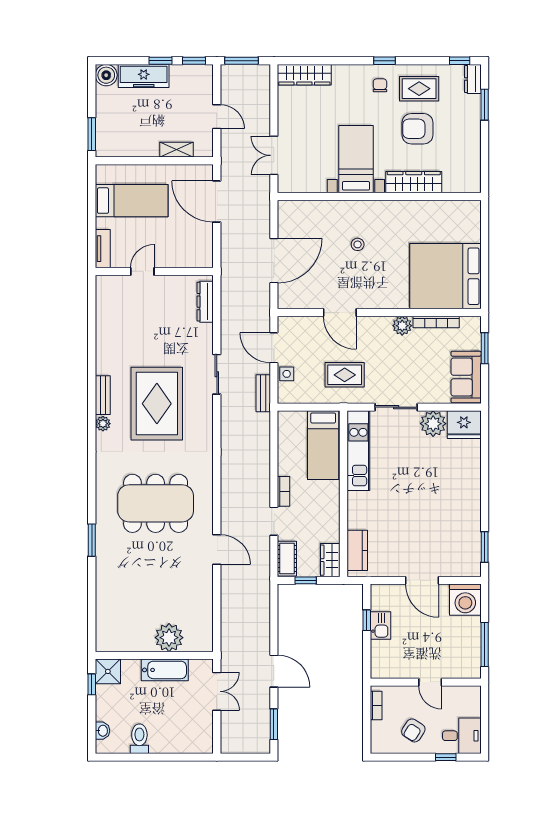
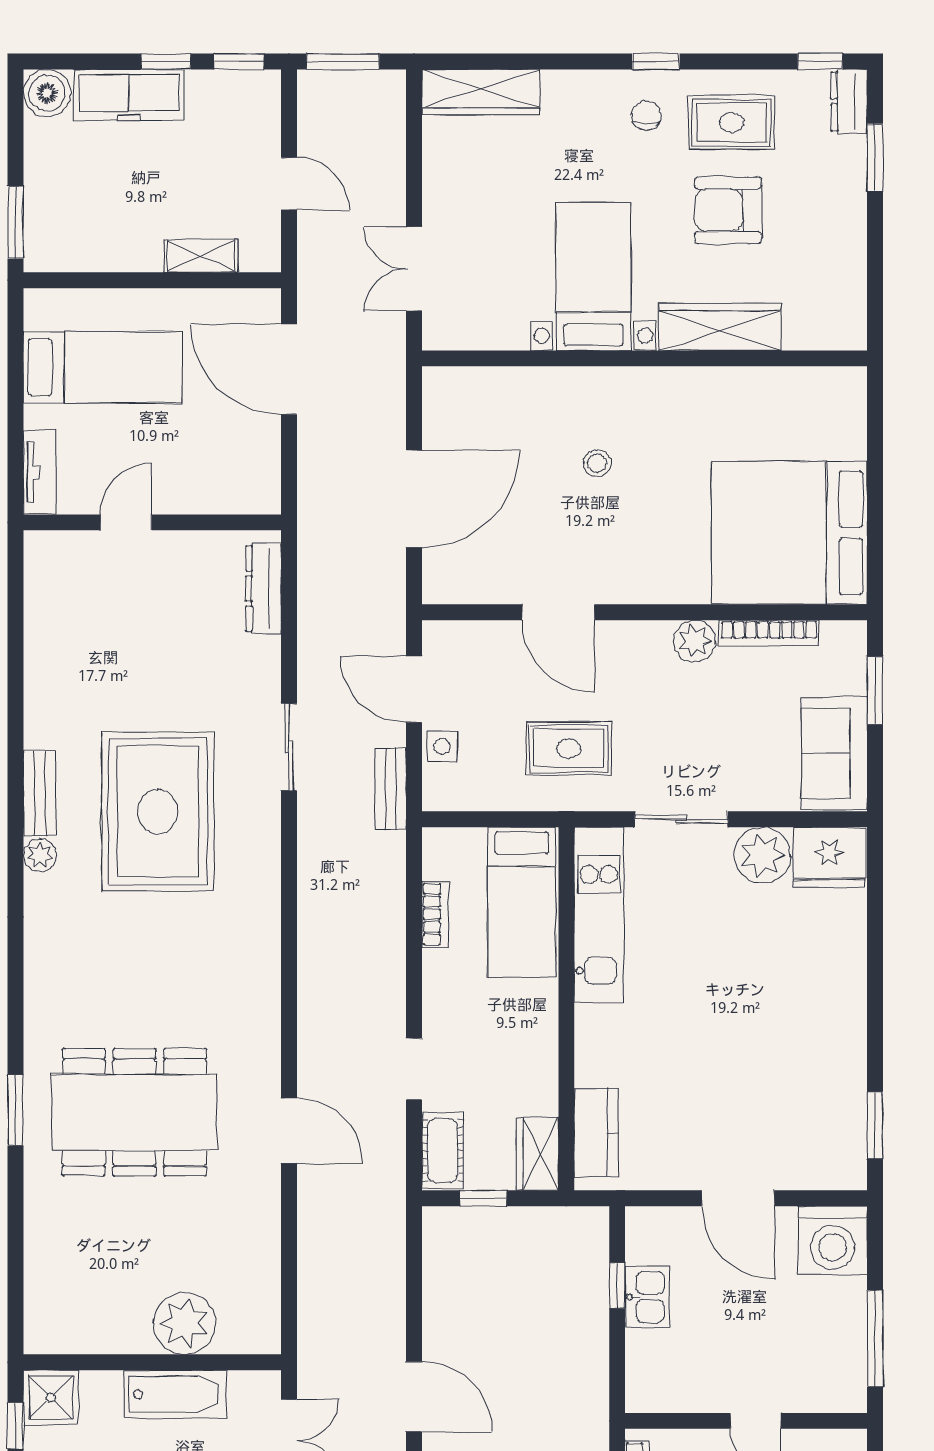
bookcase: (284, 491) -> (435, 914), moved
dining table: (156, 503) -> (134, 1112), moved

